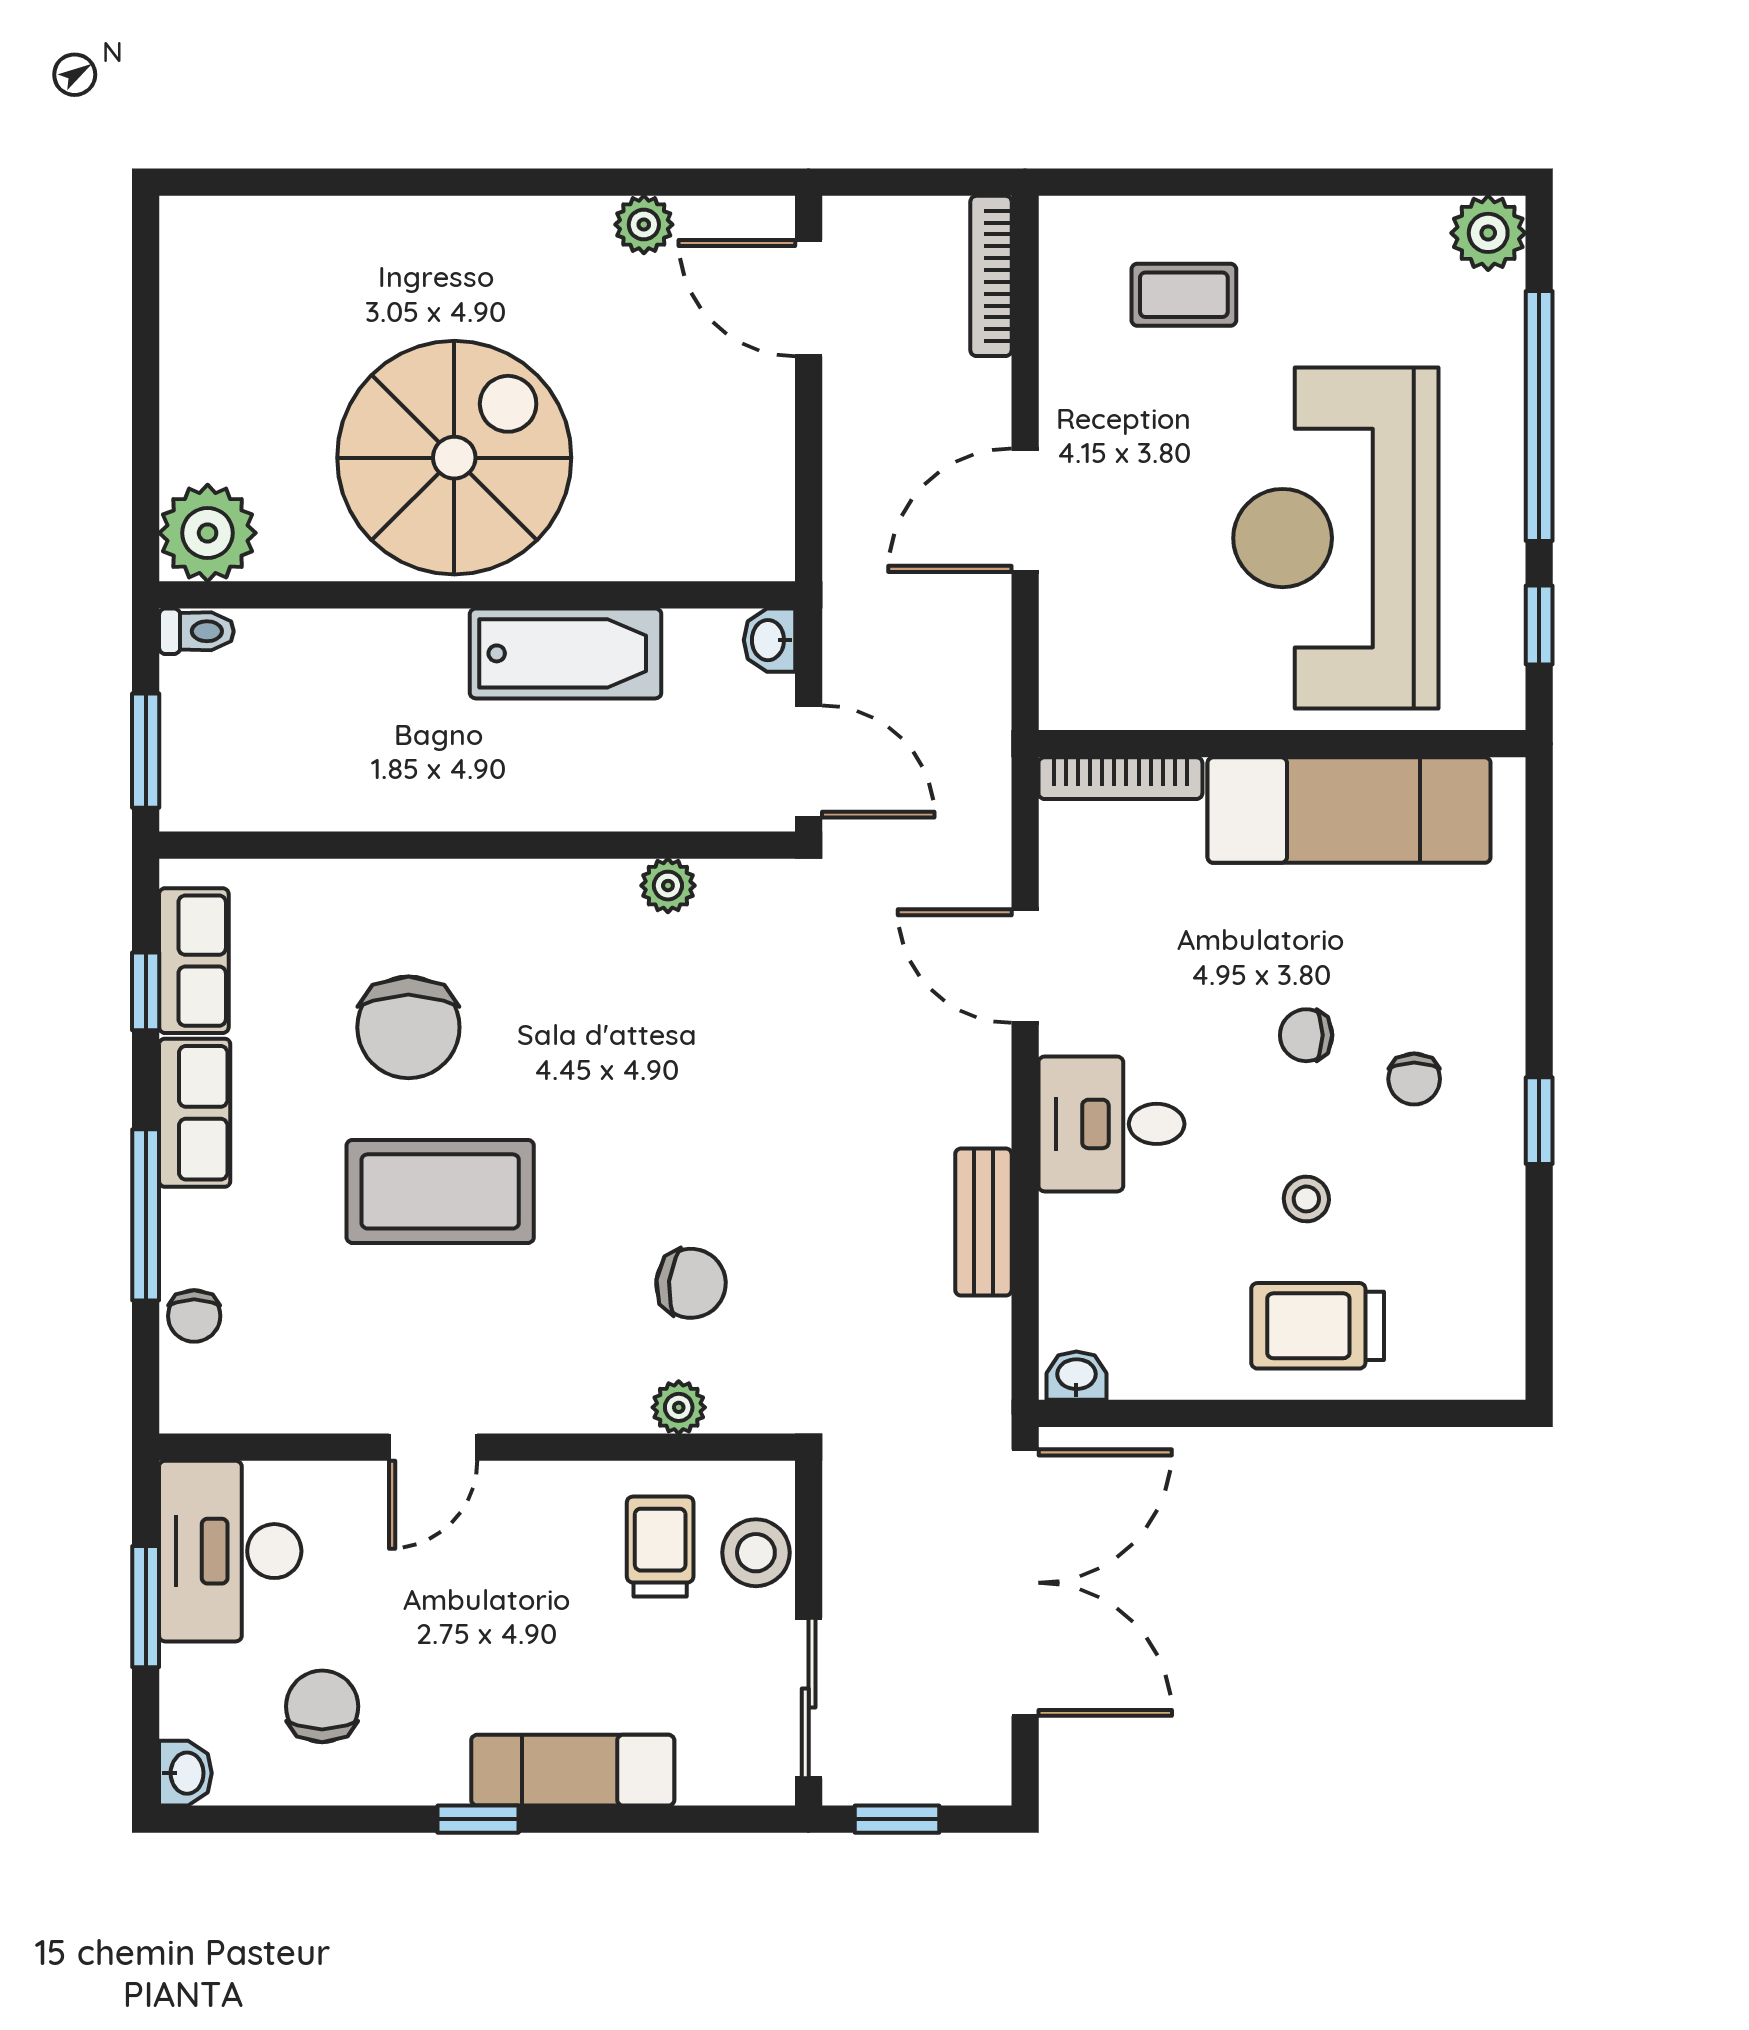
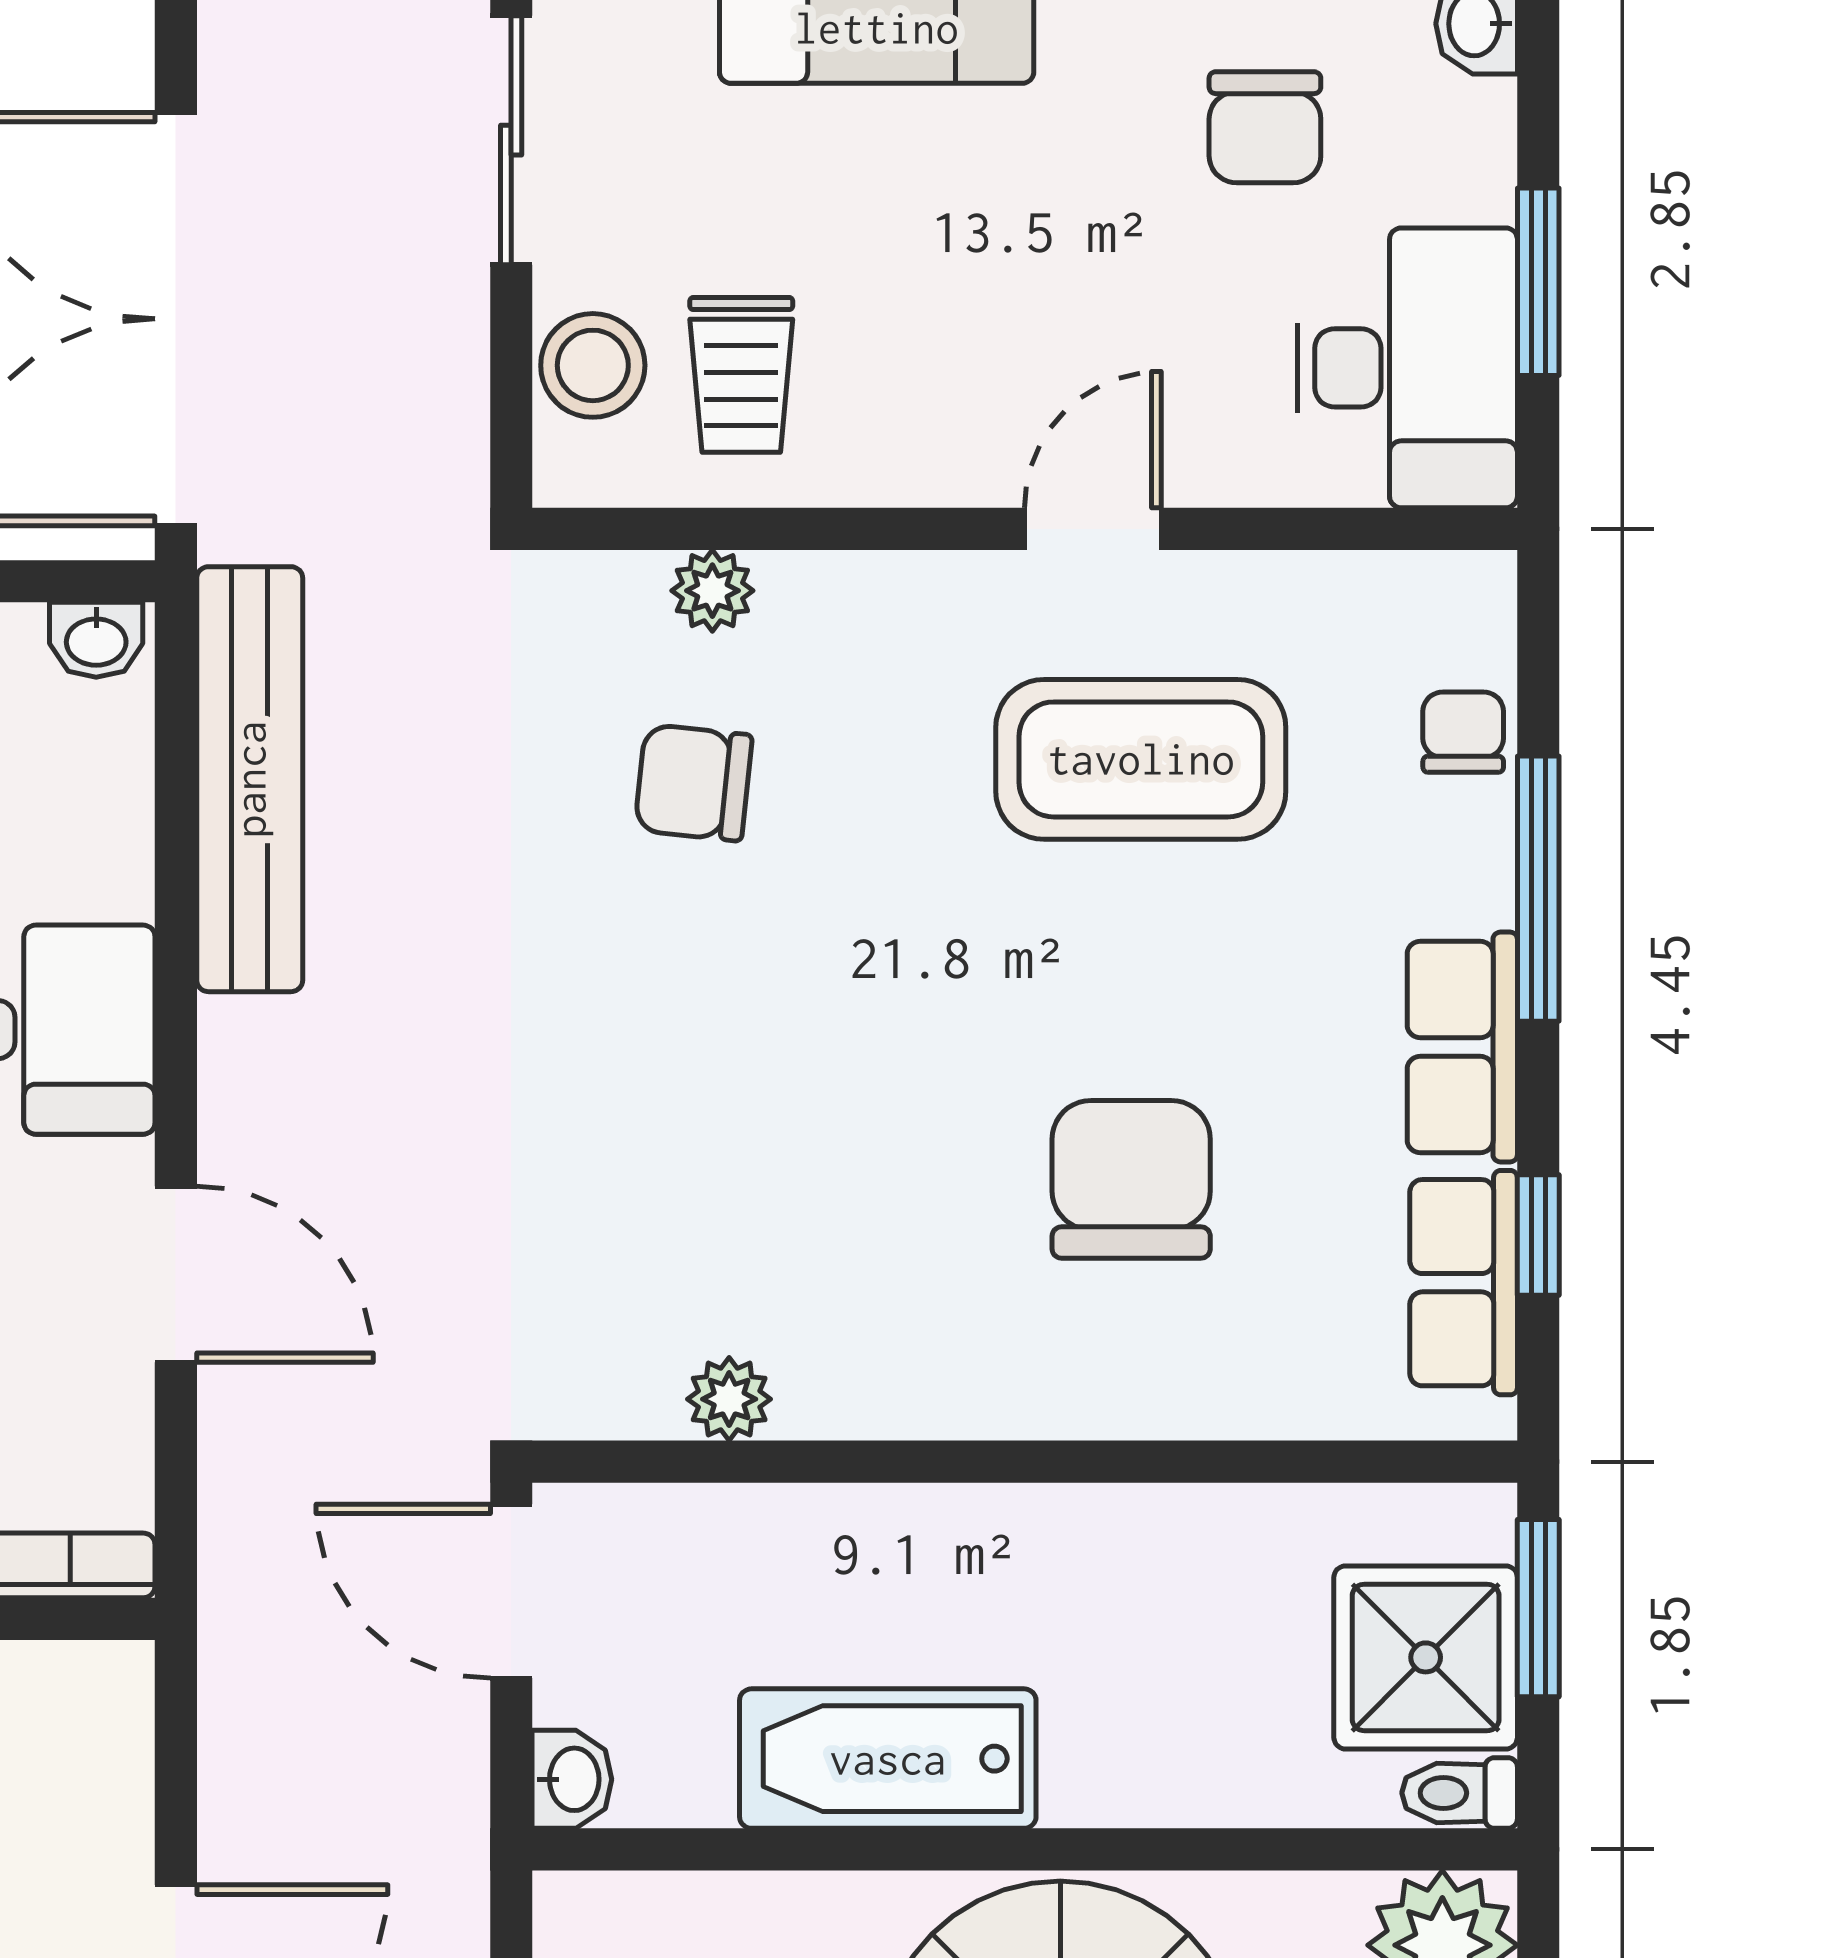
shower: (218, 719) -> (1426, 1657), added
coffee table: (440, 1191) -> (1141, 759), moved
bench: (983, 1222) -> (250, 779), width x1.86, depth x1.21

